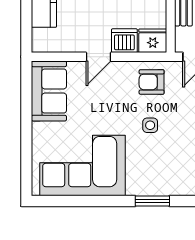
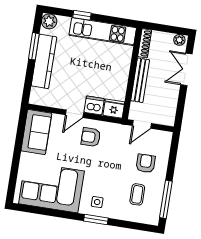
armchair: (152, 82) -> (91, 137), moved
side table: (150, 125) -> (97, 202), moved

